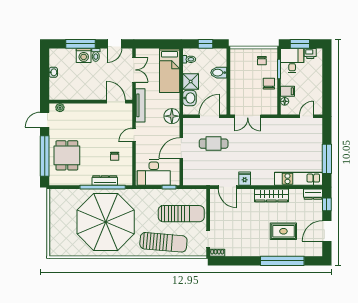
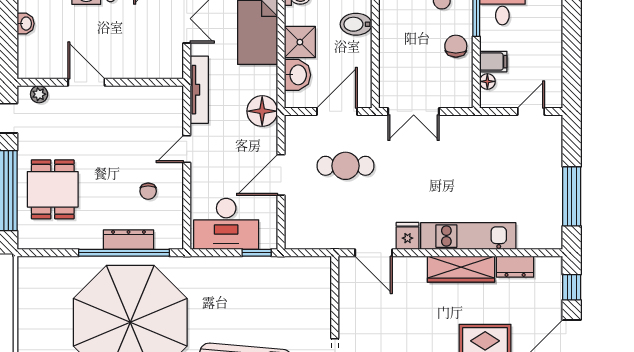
door: (116, 102) -> (86, 82), moved
kitchen unit: (298, 179) -> (468, 236), moved
dresser: (313, 194) -> (515, 267), moved
sun lounger: (181, 214) -> (281, 306), removed

